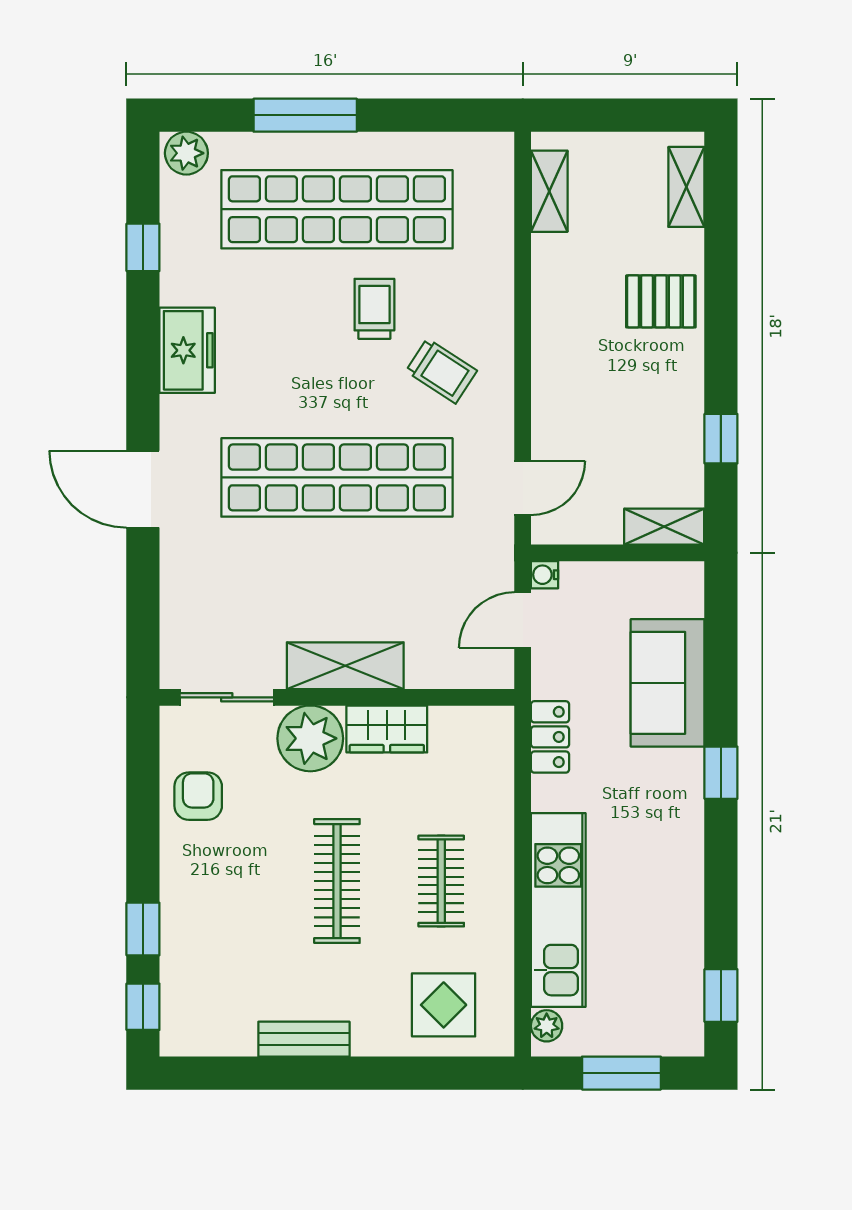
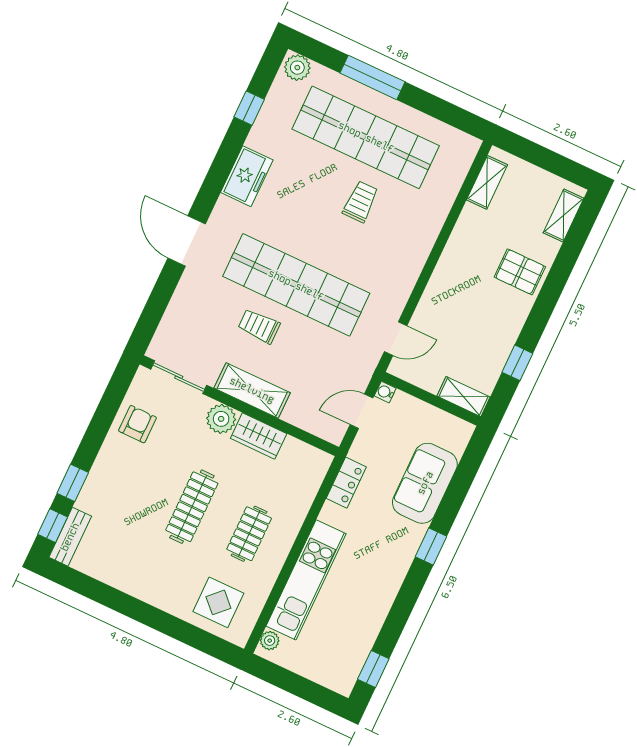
trolley: (441, 371) -> (259, 326), moved, turned 147
plant: (310, 738) -> (221, 419), width x0.73, depth x0.73
bench: (304, 1039) -> (70, 537), moved, turned 90
window: (621, 1073) -> (299, 686), removed

